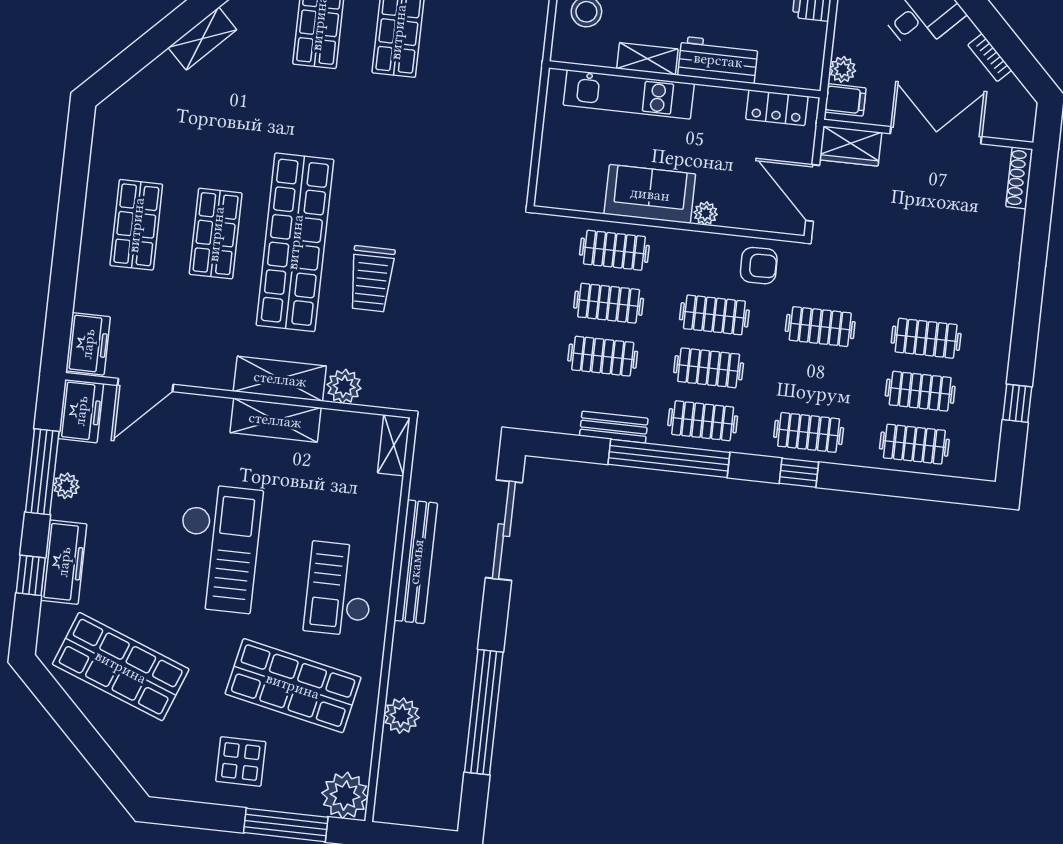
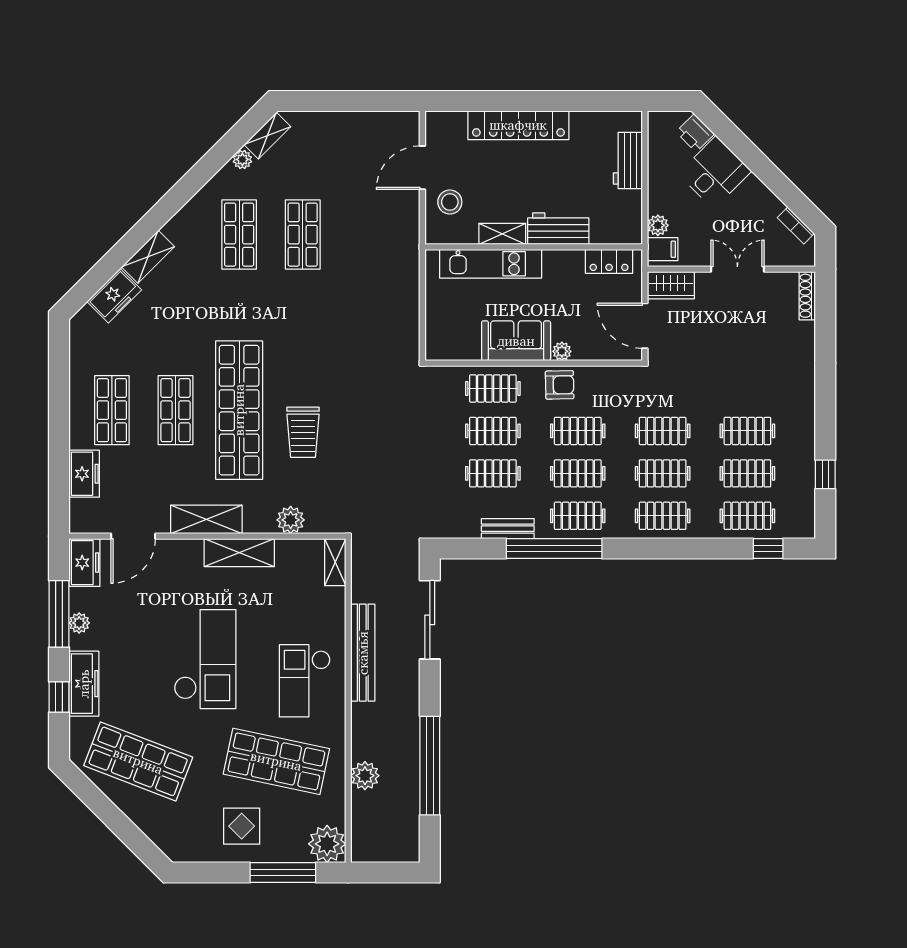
bookcase: (990, 58) -> (796, 225), moved
freezer: (155, 82) -> (114, 296), added
double door: (936, 135) -> (737, 269), width x0.73
armchair: (759, 266) -> (560, 385), moved
freezer: (88, 344) -> (84, 474), moved
shelving: (280, 379) -> (206, 519), moved
clothes rail: (814, 380) -> (663, 473), added
window: (799, 473) -> (768, 549), moved

